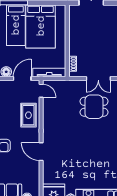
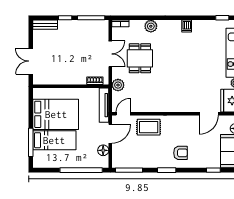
door: (22, 79) -> (110, 134), swing flipped
plant: (68, 86) -> (118, 85), added
door: (41, 152) -> (209, 114), moved

